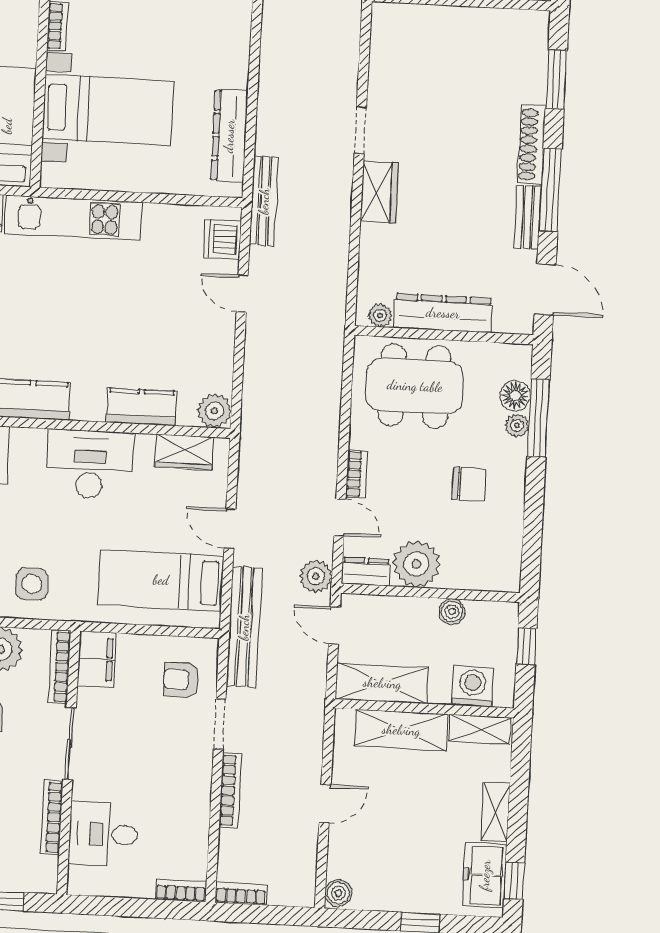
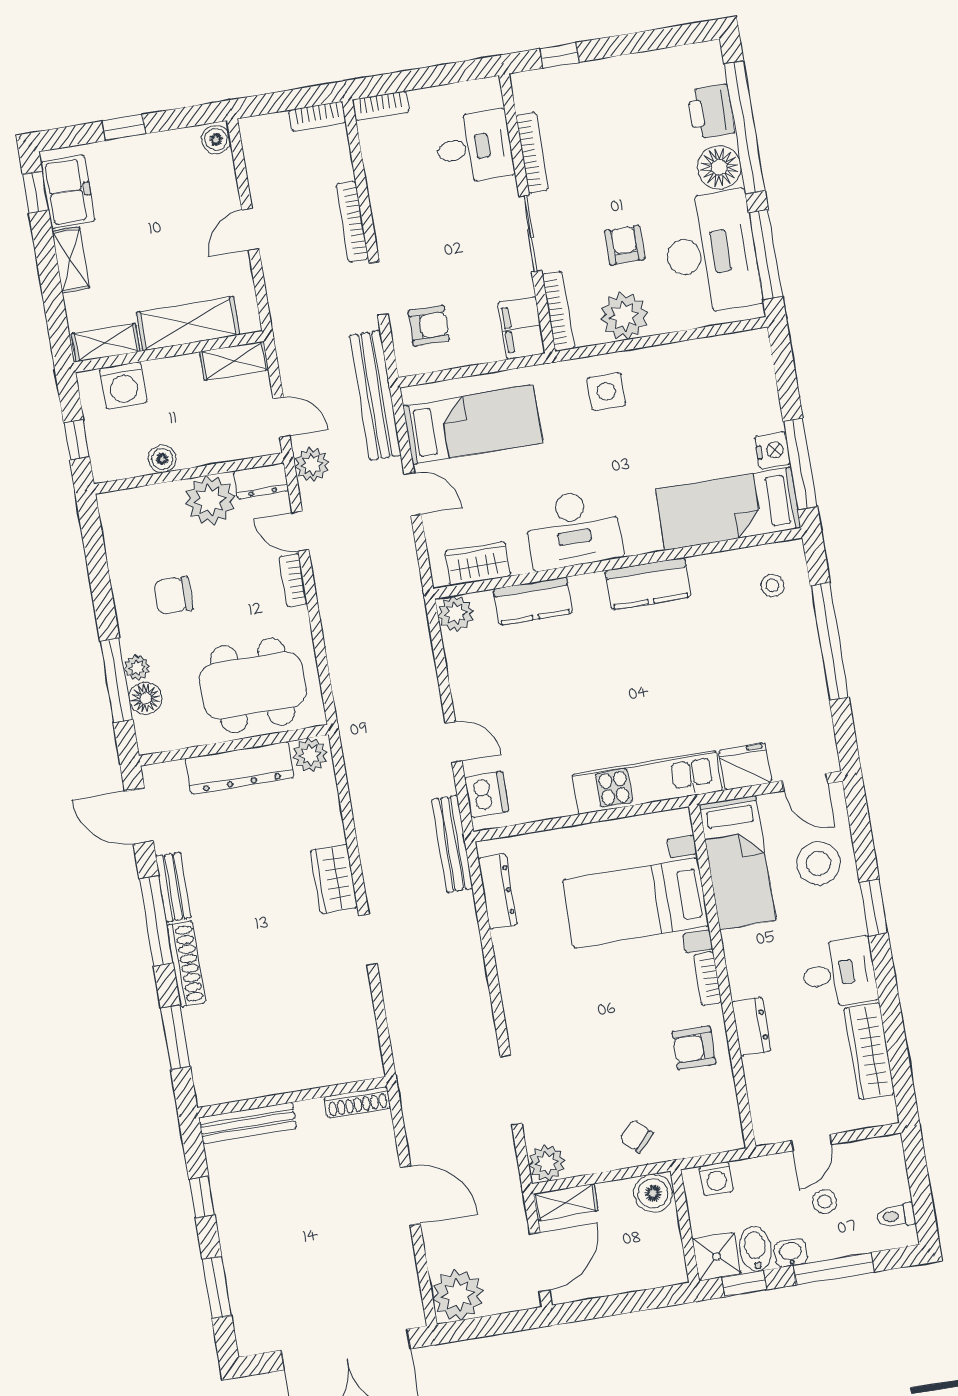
dresser: (229, 136) -> (498, 891), width x0.73, depth x0.80
plant: (380, 315) -> (310, 755), width x1.38, depth x1.38
shelving: (382, 683) -> (234, 361), width x0.67, depth x0.75

